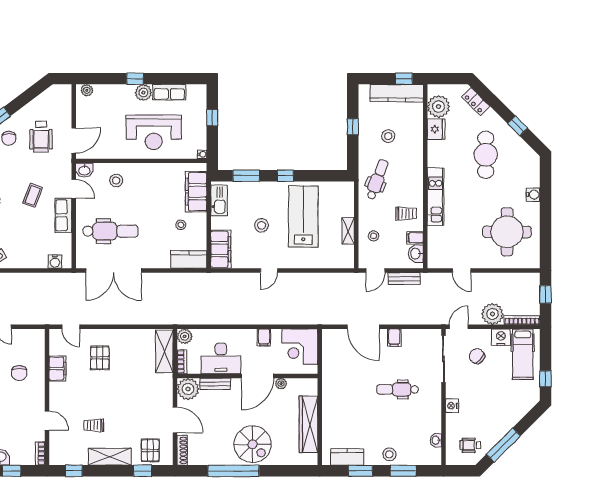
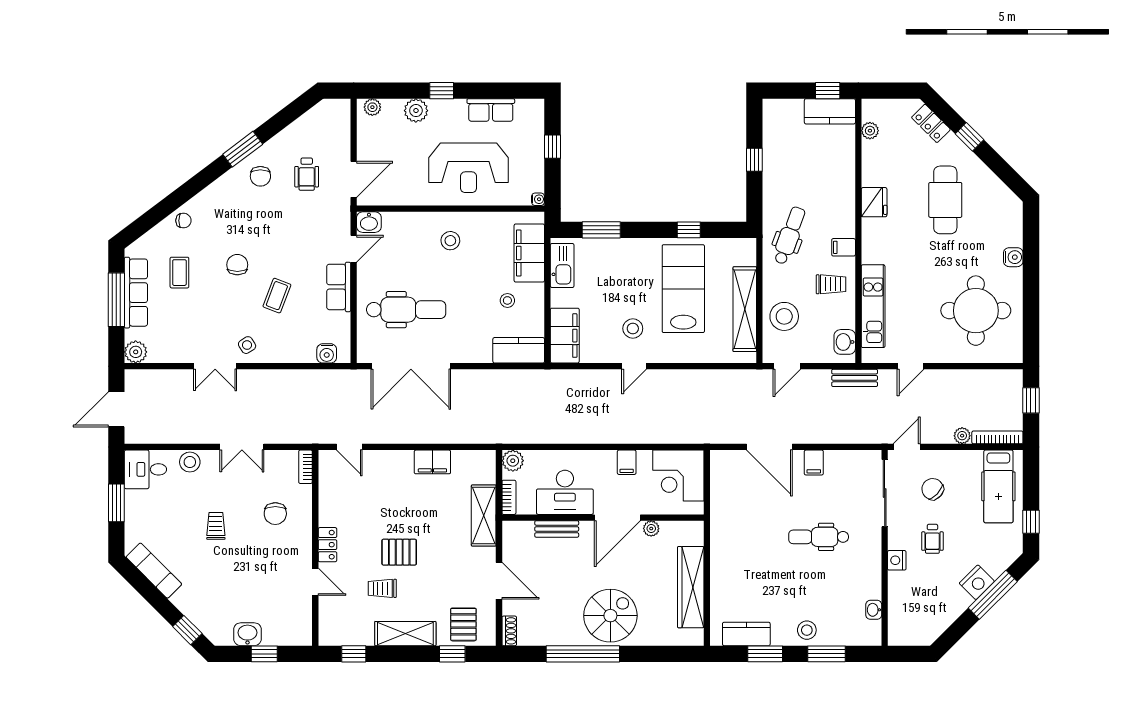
plant: (143, 93) -> (416, 111), moved
kitchen counter: (397, 93) -> (830, 111), width x0.67
plant: (439, 107) -> (870, 131), width x0.53, depth x0.53
window: (518, 126) -> (969, 137), moved
fridge: (436, 129) -> (874, 202), moved
stool: (388, 136) -> (805, 173), removed
wheelchair: (41, 137) -> (307, 174), width x0.73, depth x0.73
window: (285, 176) -> (689, 230), moved
stool: (116, 180) -> (450, 241), moved
door: (74, 189) -> (354, 249), hinge flipped
coffee table: (33, 195) -> (277, 296), moved
kitchen unit: (435, 197) -> (873, 306), moved
stool: (261, 225) -> (633, 328), moved
shelving: (348, 231) -> (745, 309), width x2.20, depth x1.33
stool: (374, 236) -> (784, 316), width x1.89, depth x1.89
filing cabinet: (415, 238) -> (844, 247), moved
door: (462, 271) -> (911, 366), hinge flipped
bench: (404, 279) -> (855, 378), moved
plant: (492, 314) -> (962, 436), width x0.53, depth x0.53
nightstand: (501, 337) -> (977, 582), moved, turned 135
shelving: (164, 351) -> (484, 516), moved
pallet: (100, 358) -> (399, 552), moved, turned 90
filing cabinet: (58, 369) -> (432, 462), moved, turned 90
plant: (188, 389) -> (518, 536), removed
locker: (56, 395) -> (327, 545), added
spiral stairs: (253, 444) -> (610, 616), turned -90
wheelchair: (470, 445) -> (932, 539), moved, turned -90
window: (503, 445) -> (993, 595), moved
shoe rack: (182, 450) -> (509, 631), width x0.70
bookcase: (40, 454) -> (306, 467), moved

